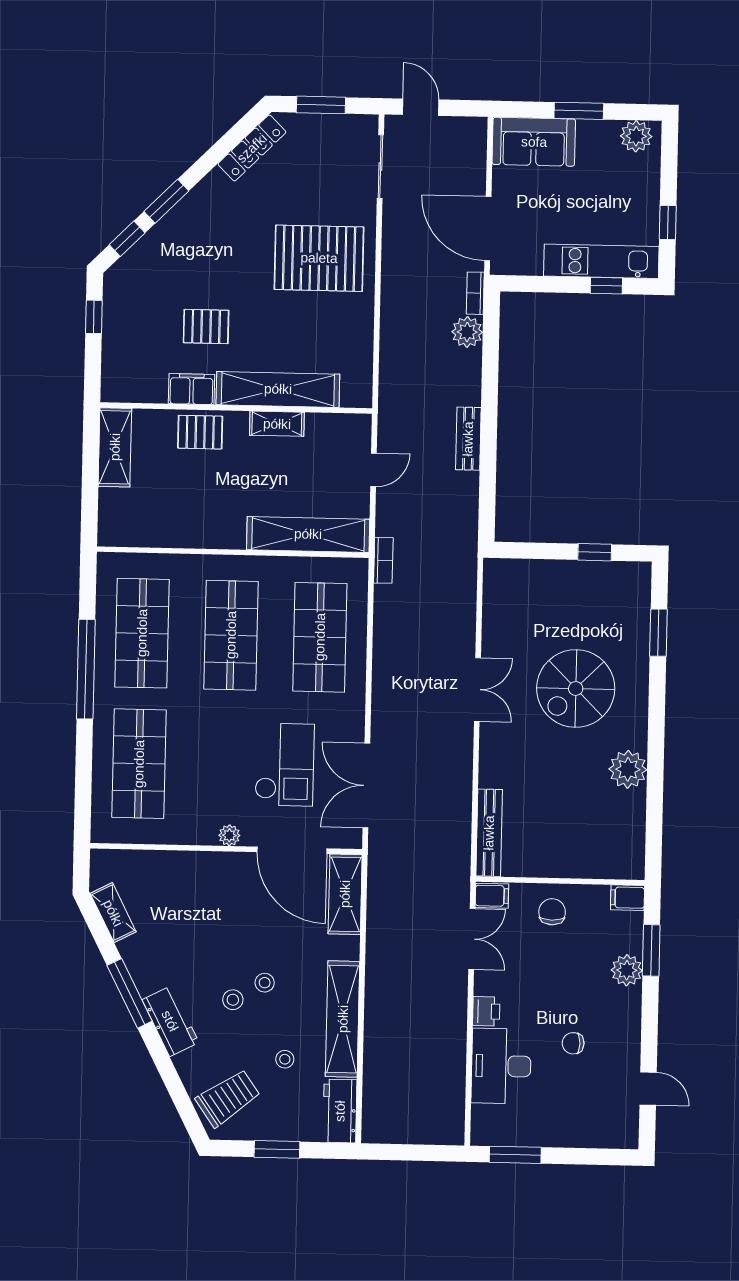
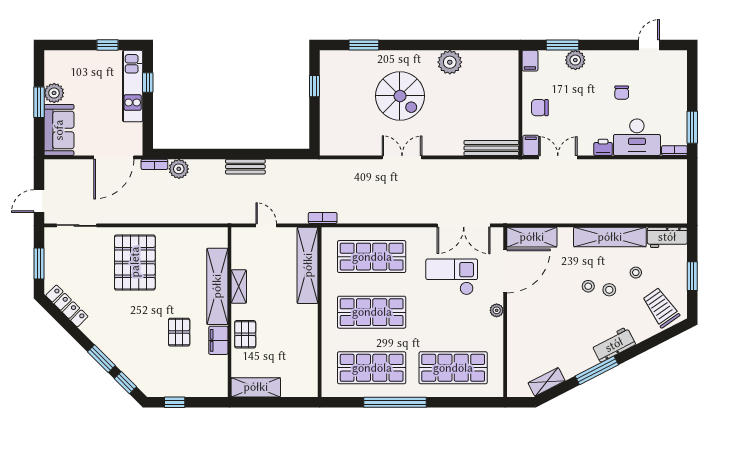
plant: (636, 136) -> (54, 93), moved
stool: (233, 1000) -> (609, 290), moved
bookcase: (478, 1125) -> (674, 151), added

